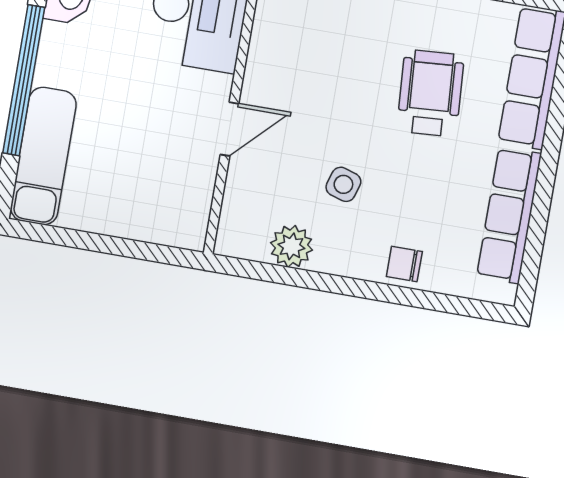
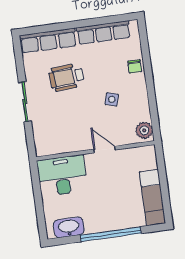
exam couch: (43, 156) -> (152, 198), moved, turned -90
plant: (291, 246) -> (144, 130), moved

